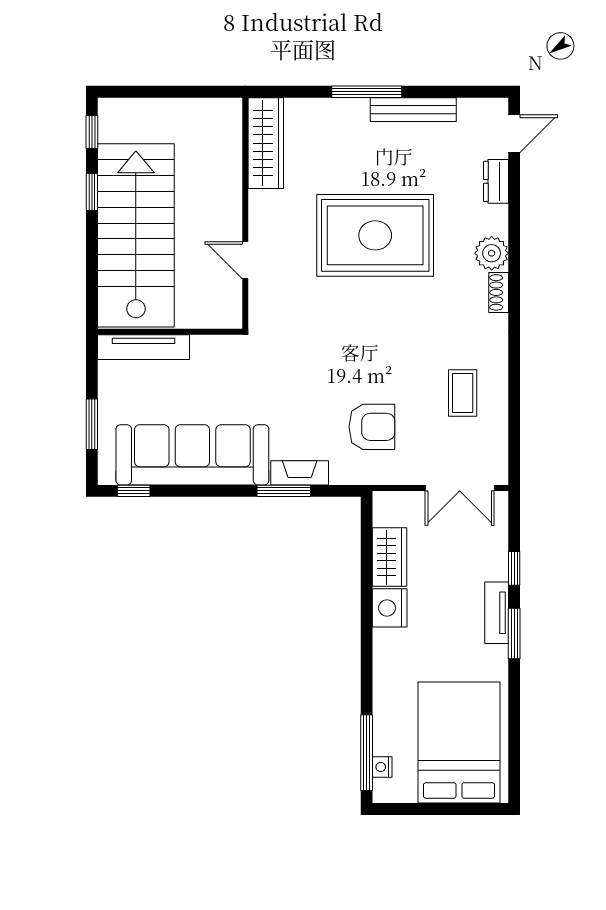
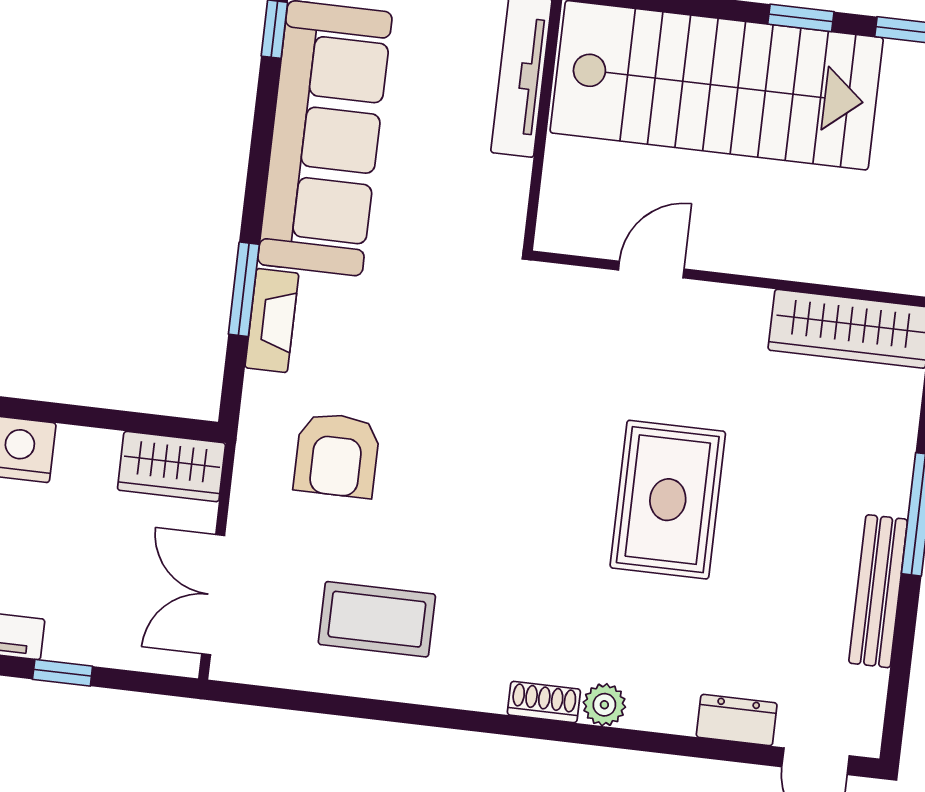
rug: (375, 235) -> (668, 500), width x0.73, depth x0.69
plant: (492, 253) -> (604, 705), width x0.73, depth x0.73
coffee table: (463, 393) -> (377, 619), width x1.36, depth x1.30
wardrobe: (390, 557) -> (171, 467), moved

